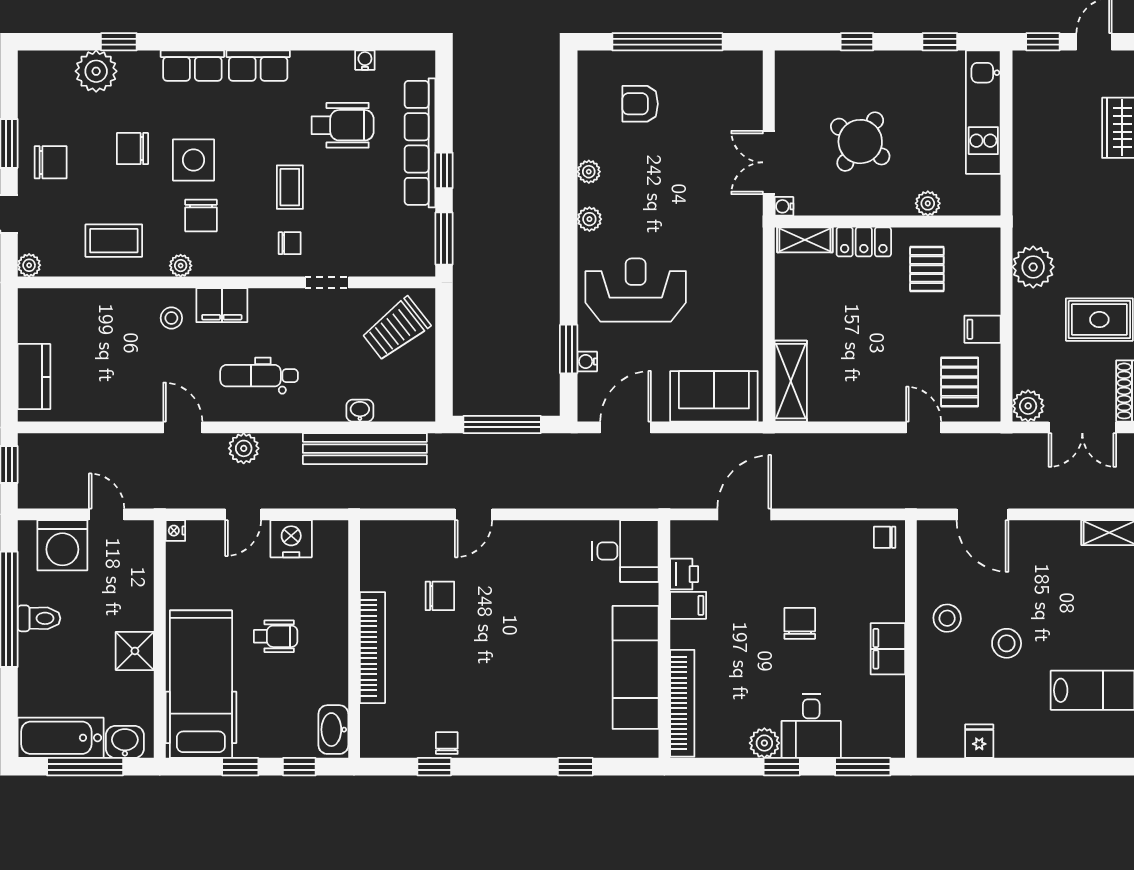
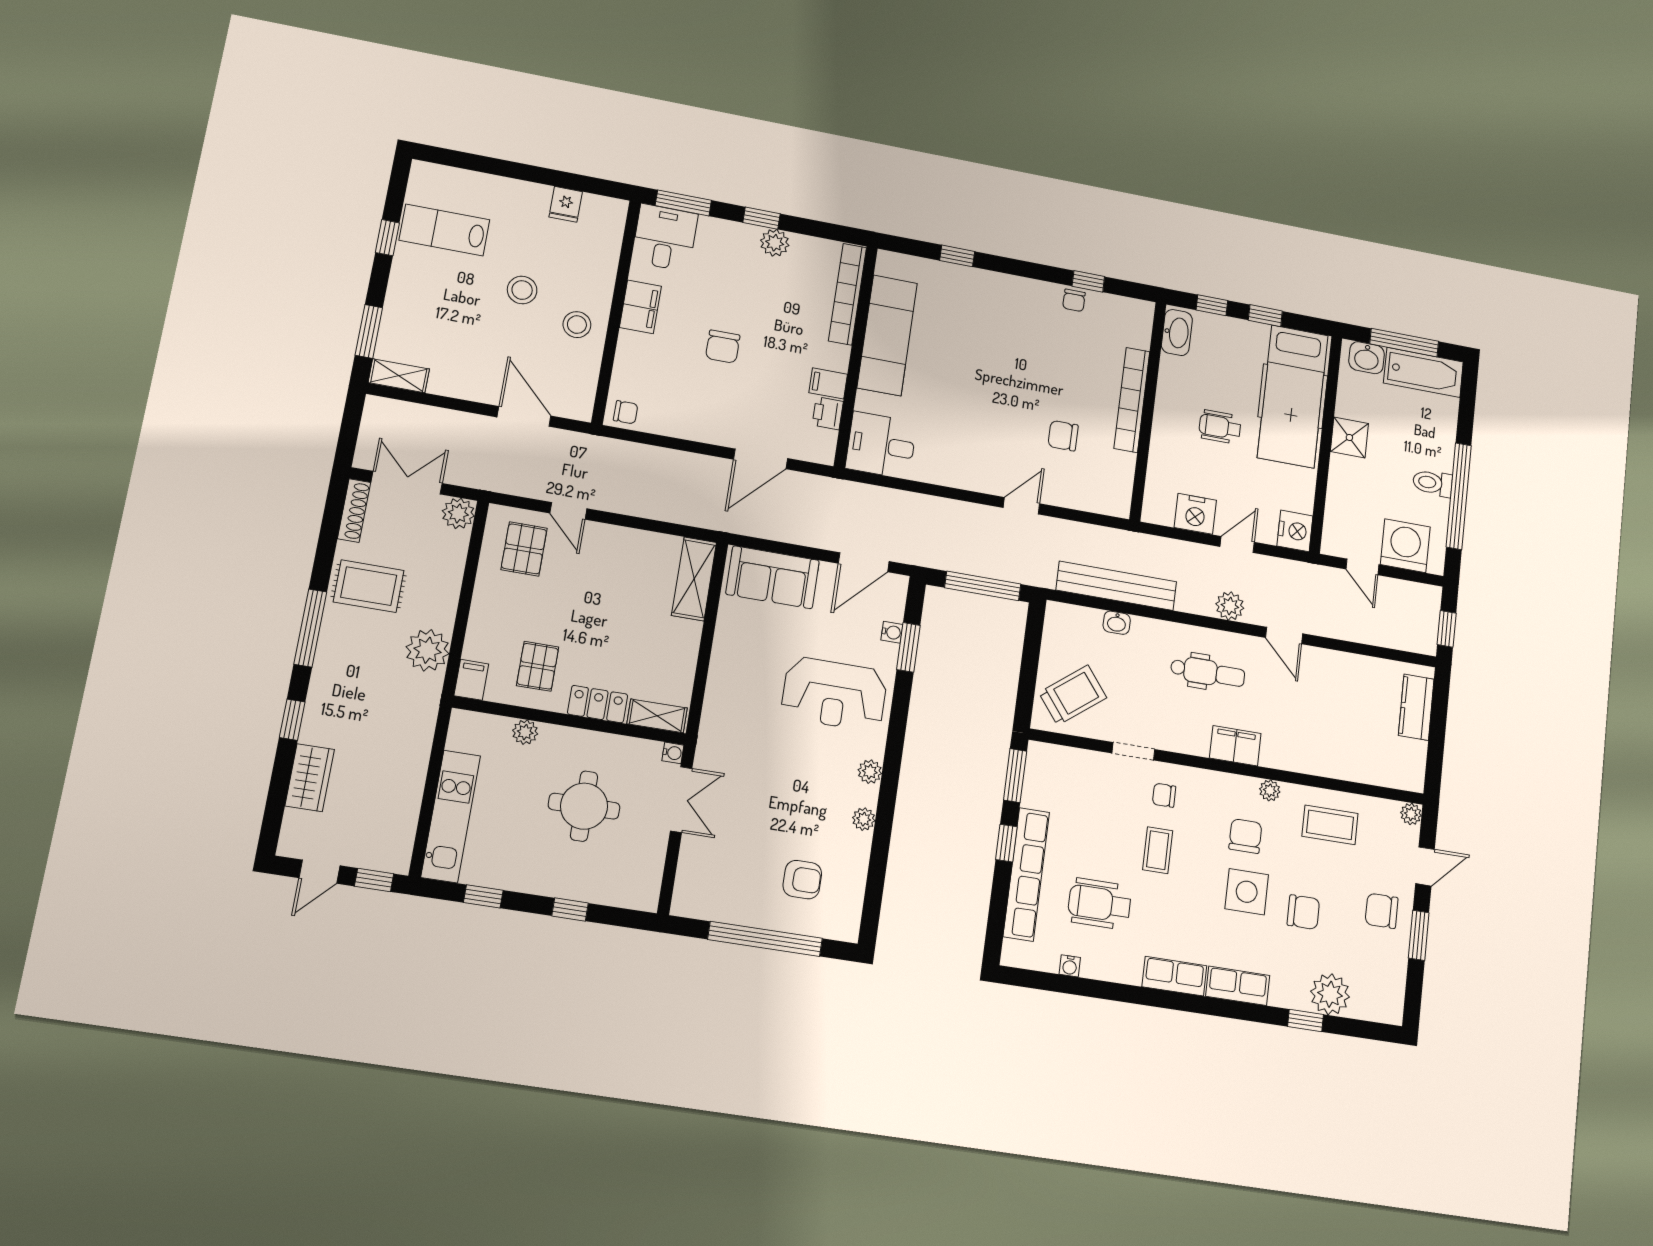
round table: (860, 142) -> (584, 806), turned -35
stool: (171, 318) -> (1284, 741), removed
filing cabinet: (983, 329) -> (471, 680), moved, turned -90
nightstand: (175, 531) -> (1295, 531), width x1.89, depth x1.79
desk: (811, 726) -> (665, 238), moved

